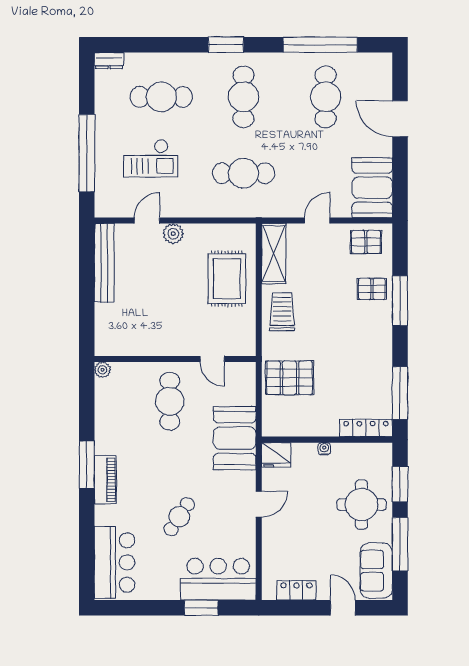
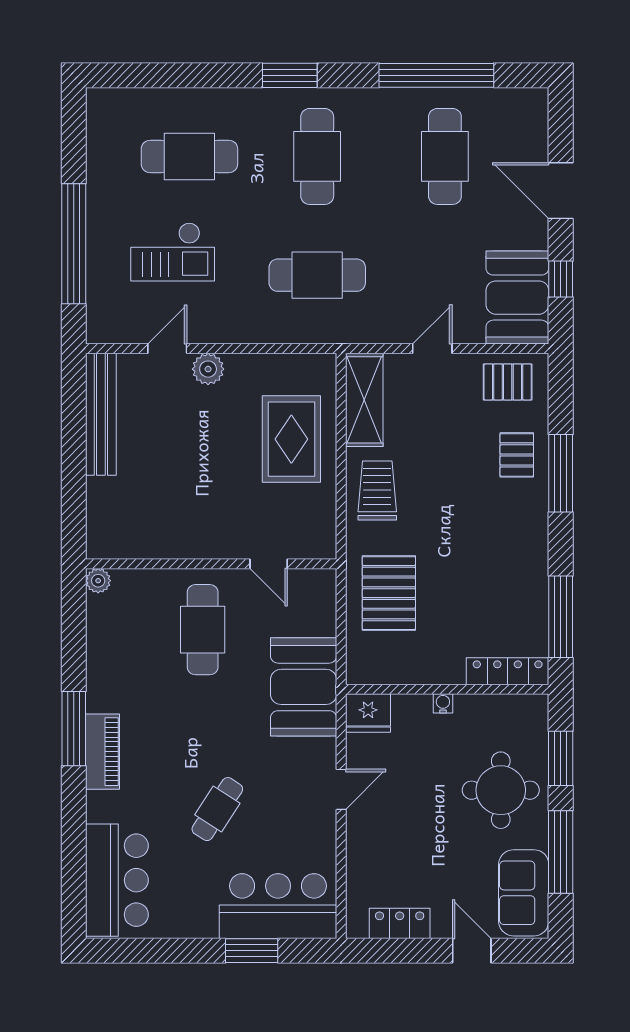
dresser: (109, 61) -> (108, 100), removed
window: (400, 176) -> (561, 279), added
pallet: (372, 289) -> (517, 455), turned 90
pallet: (290, 378) -> (389, 593), turned 90

